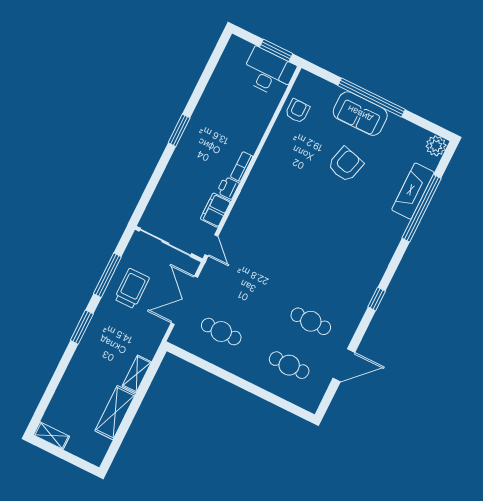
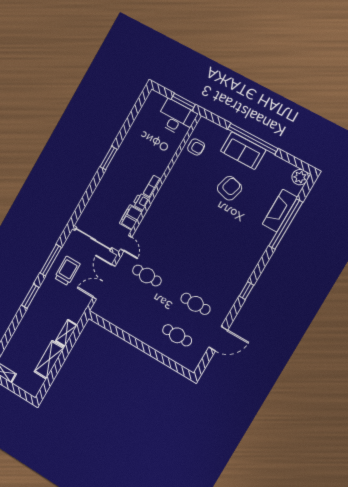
armchair: (298, 111) -> (196, 147), turned 90
cafe table: (221, 332) -> (147, 275), moved

